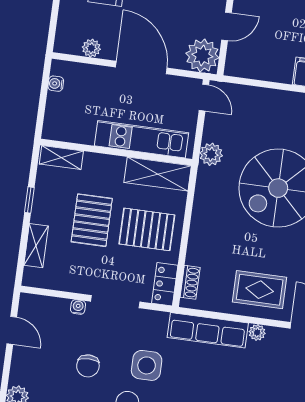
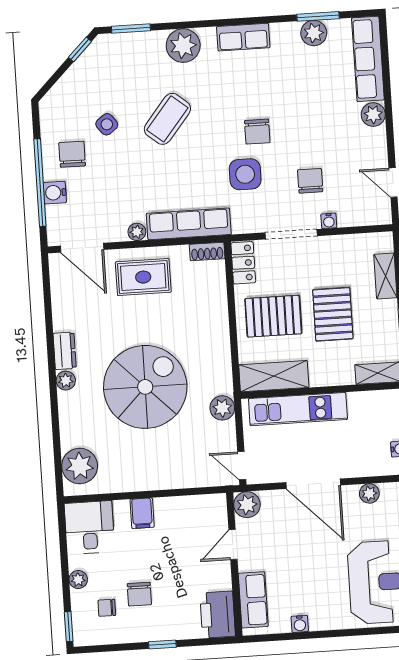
plant: (202, 55) -> (247, 505), width x0.73, depth x0.73
shoe rack: (190, 282) -> (207, 252), moved, turned -90
chair: (88, 366) -> (310, 181), moved

